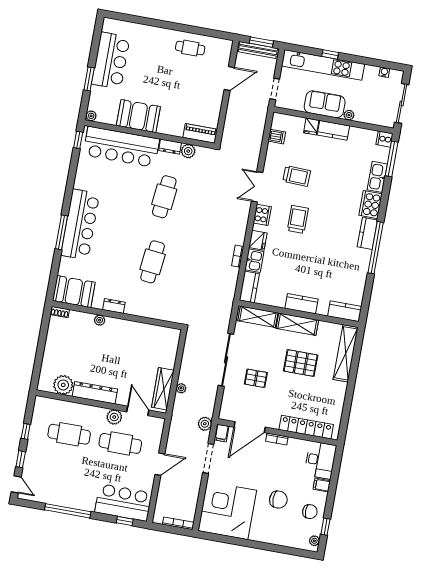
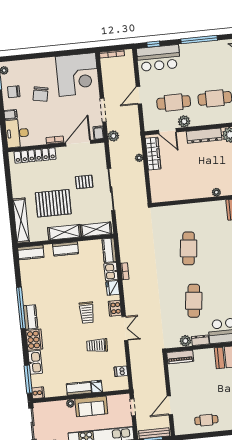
dresser: (114, 306) -> (209, 206), removed
pallet: (301, 363) -> (53, 203), width x1.37, depth x1.41
chair: (278, 500) -> (41, 94), turned -79

